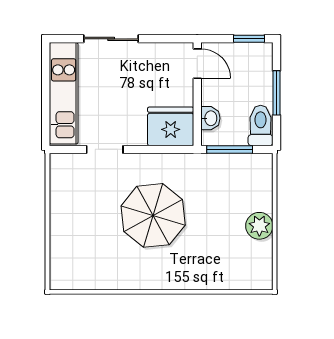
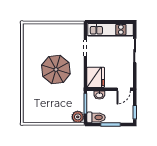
plant: (259, 226) -> (78, 117), moved

